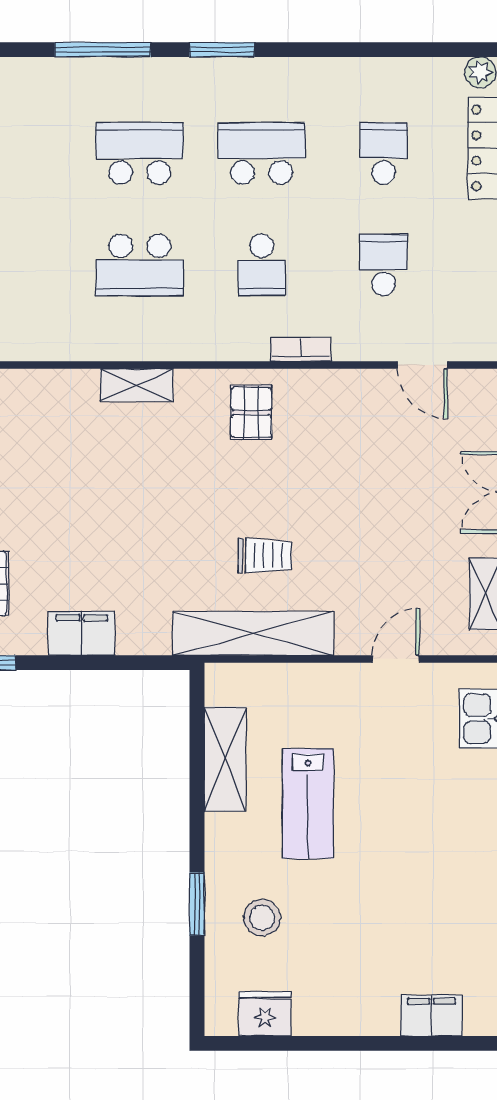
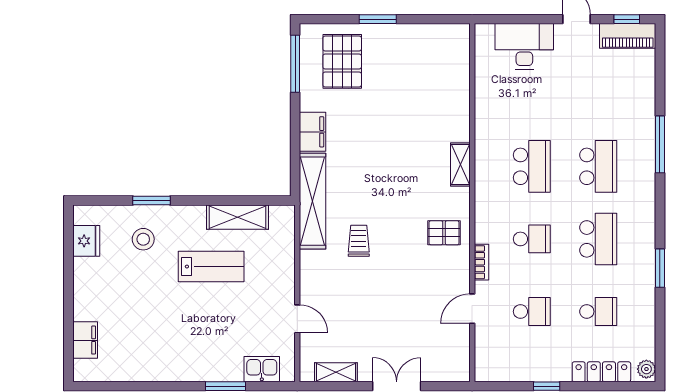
window: (222, 50) -> (660, 268), moved
school desk: (140, 265) -> (532, 166), turned 180
school desk: (262, 265) -> (532, 239), turned 180
door: (422, 365) -> (472, 309), moved
trolley: (265, 556) -> (359, 241), turned 180
shelving: (253, 633) -> (313, 201), moved
lab bench: (308, 804) -> (211, 267), turned 180

